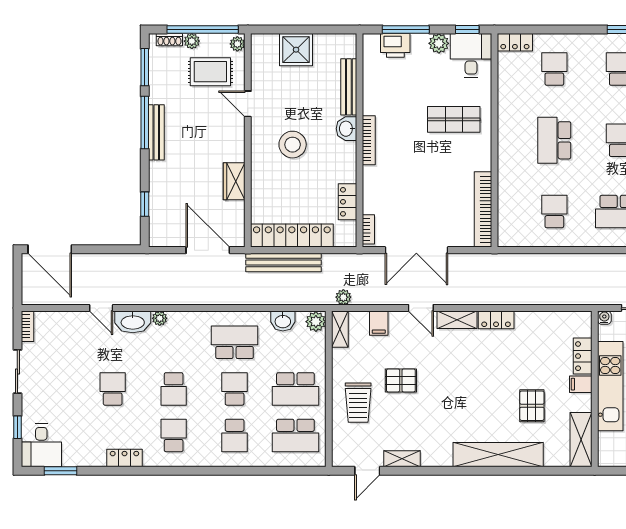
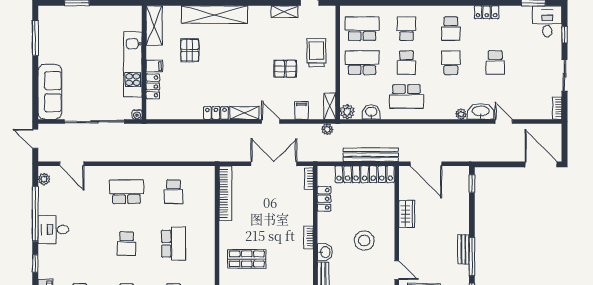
bench: (156, 132) -> (463, 249), width x0.73
bookcase: (369, 140) -> (309, 237), width x0.64
window: (145, 204) -> (472, 184), moved

